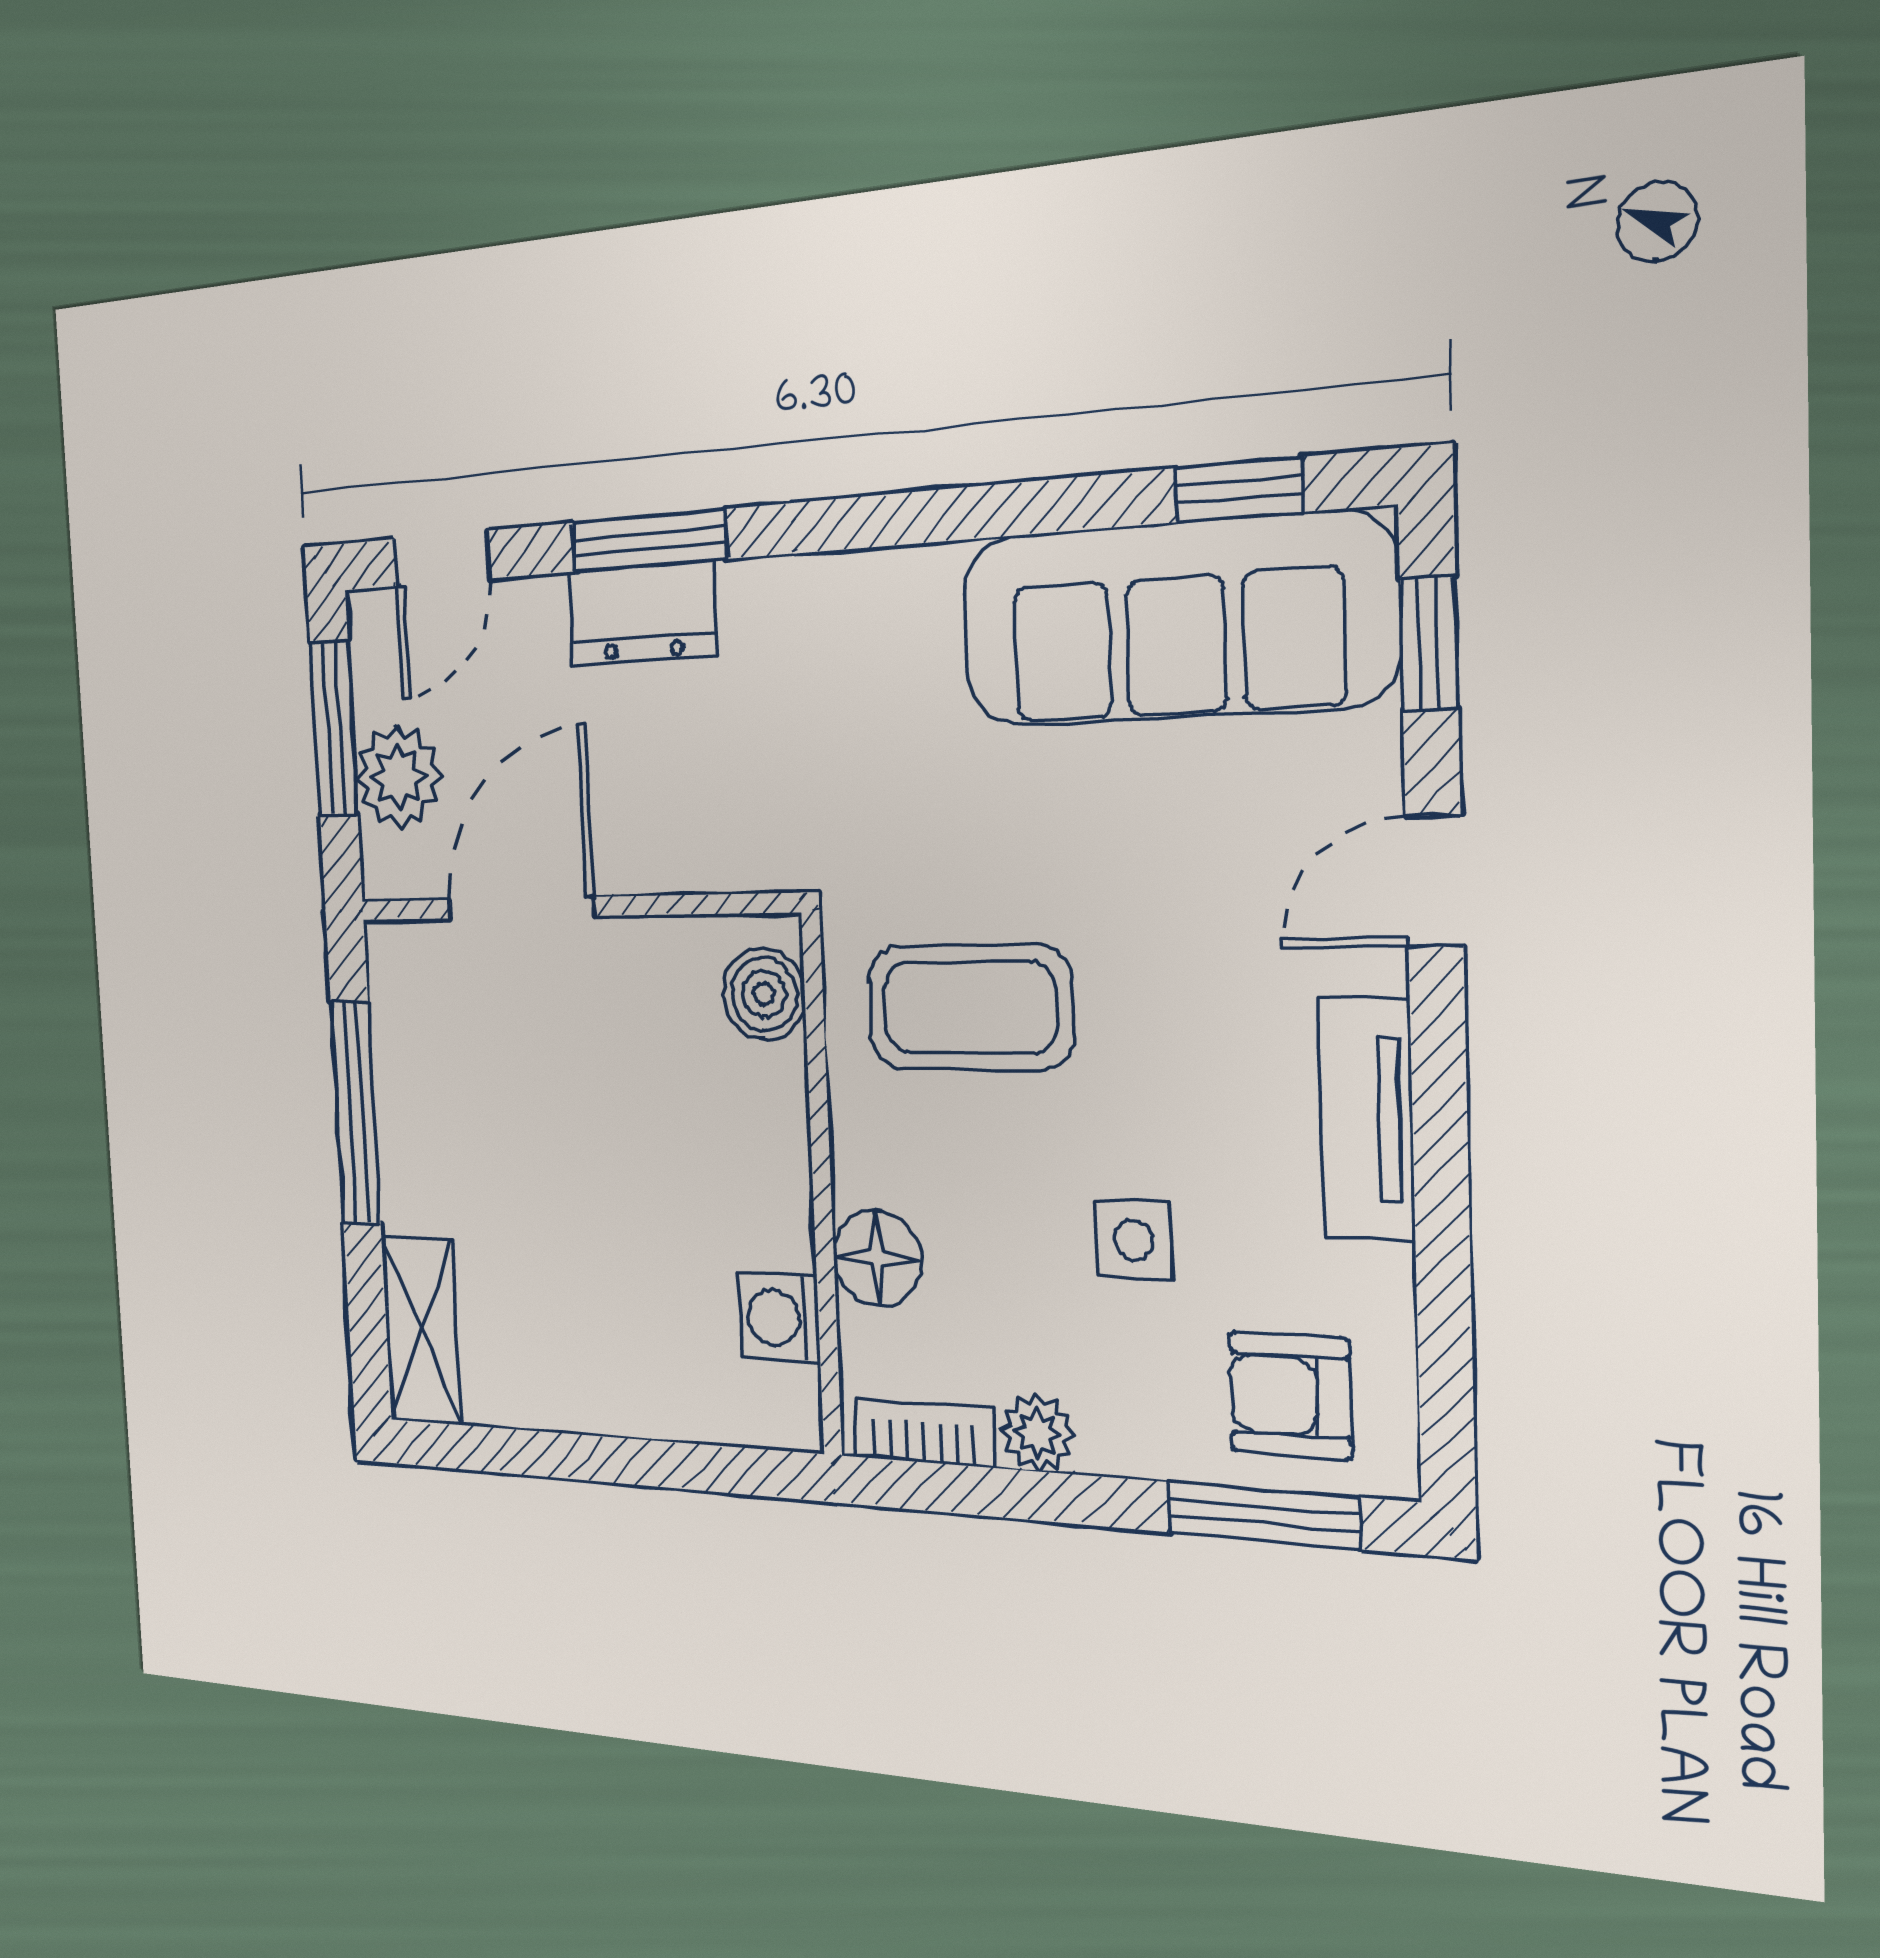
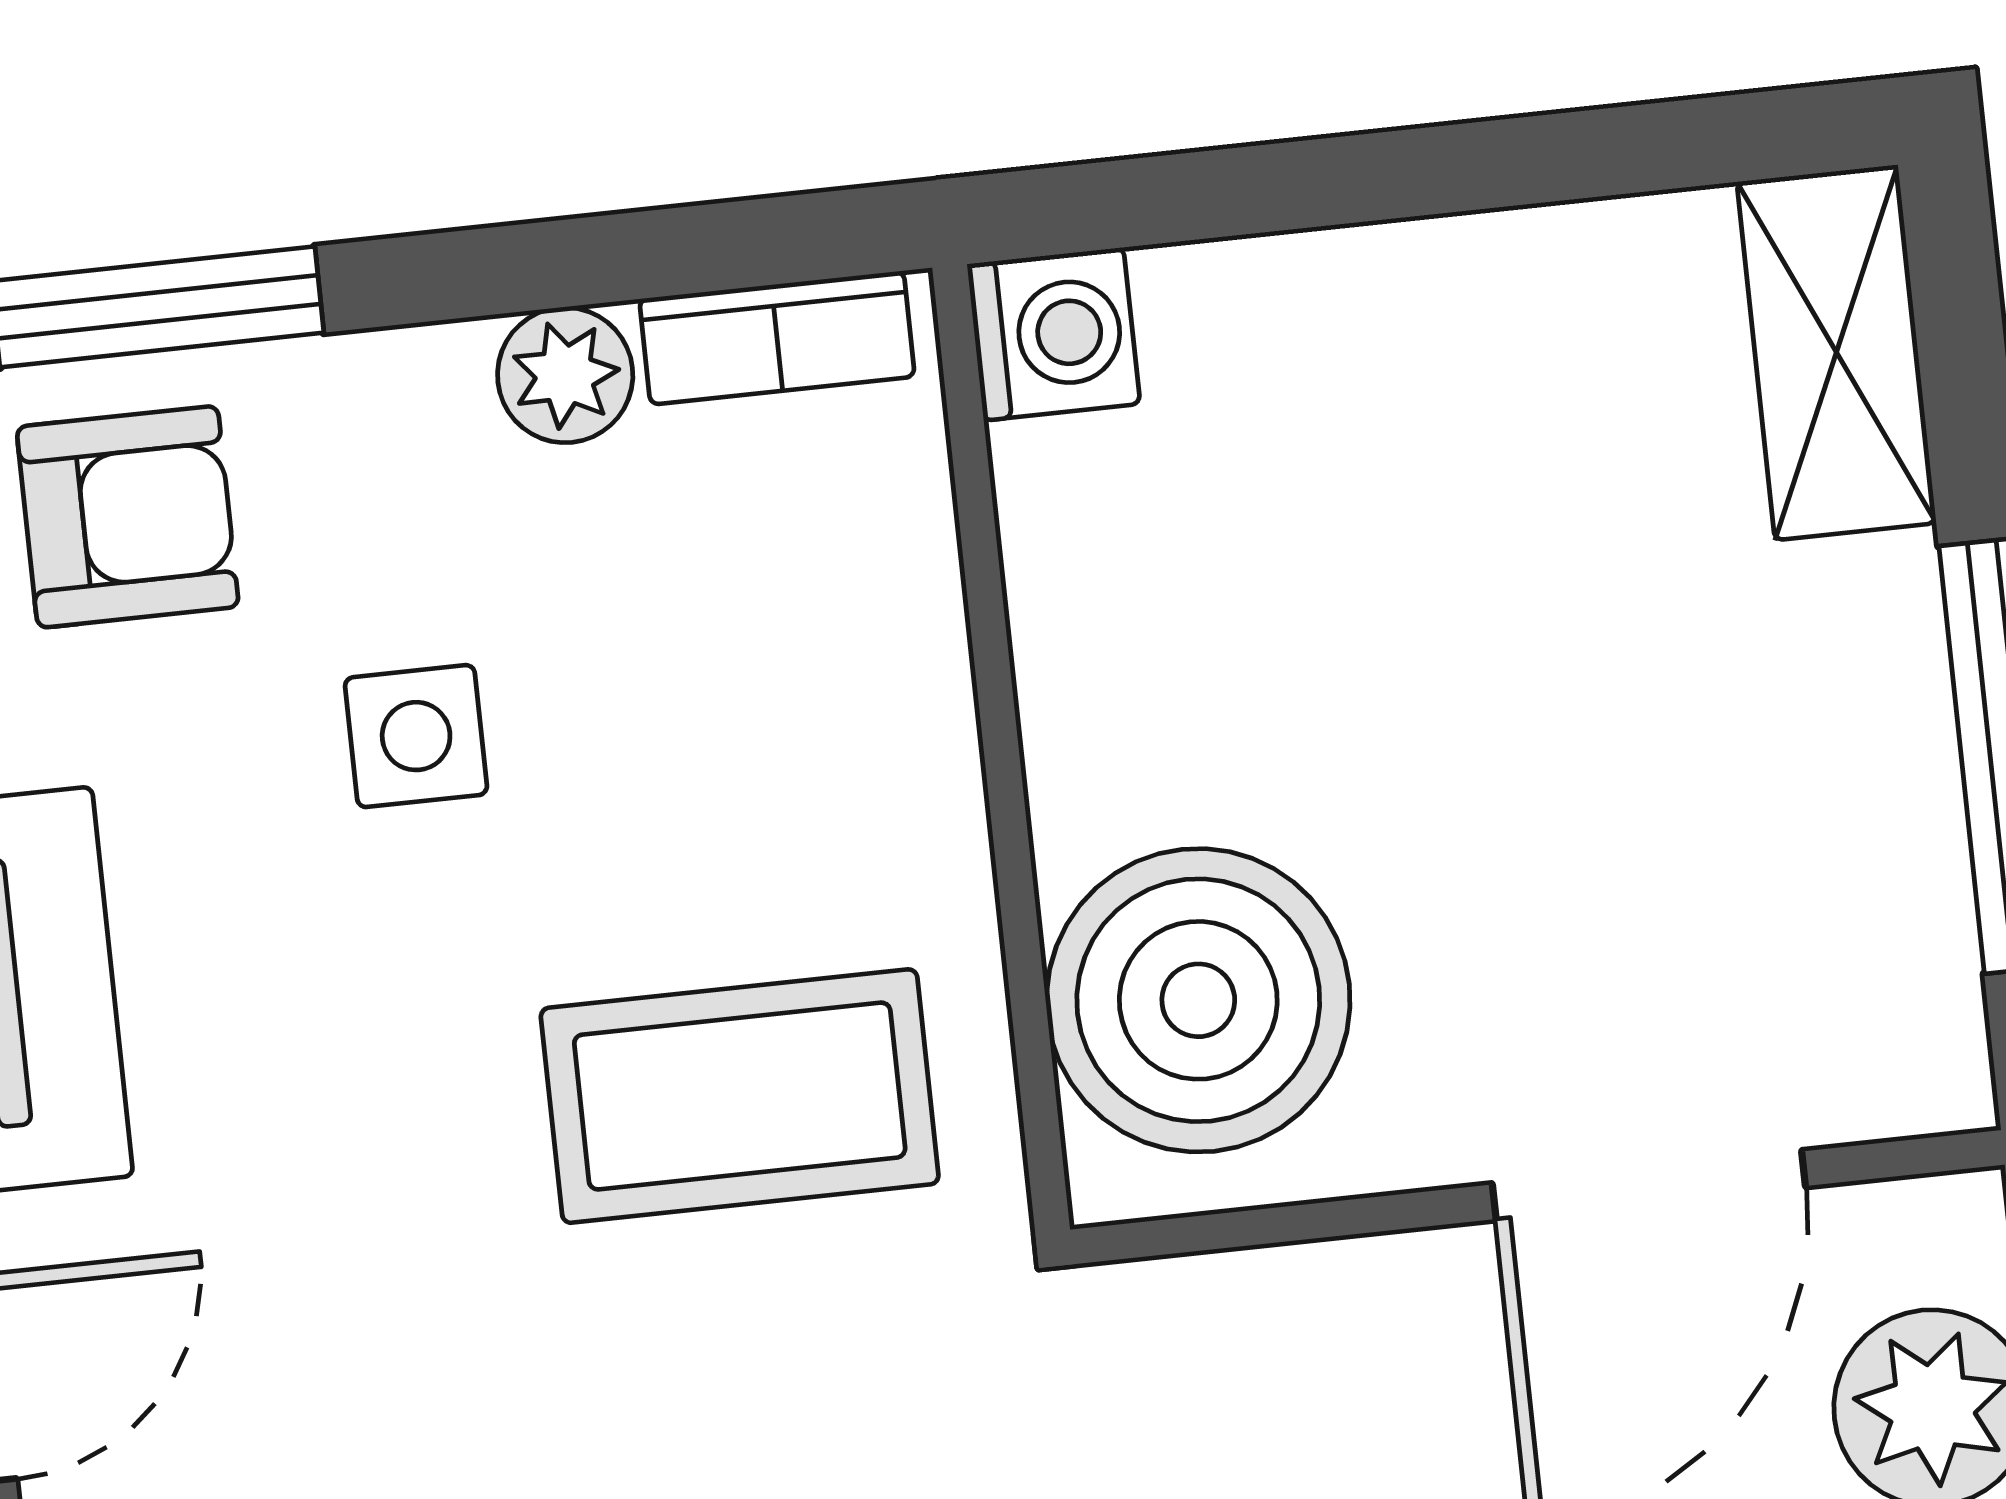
boiler: (764, 994) -> (1198, 1000), width x1.86, depth x1.86
floor lamp: (877, 1258) -> (886, 635), removed
washing machine: (779, 1318) -> (1054, 334), moved

